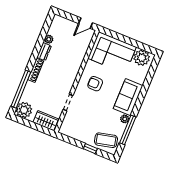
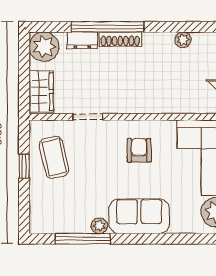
dresser: (44, 52) -> (82, 40), moved
window: (21, 89) -> (108, 27), moved
coffee table: (106, 140) -> (54, 157), moved
window: (90, 149) -> (24, 166), moved

